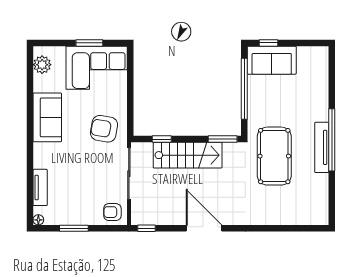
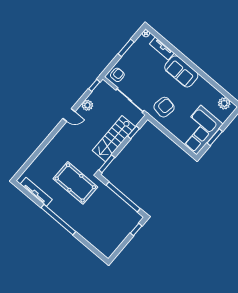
sofa: (272, 60) -> (126, 224), removed
sofa: (47, 117) -> (181, 71), moved
tv unit: (322, 147) -> (36, 192), moved
plant: (175, 217) -> (87, 105), added
door: (204, 228) -> (69, 115), width x0.53

